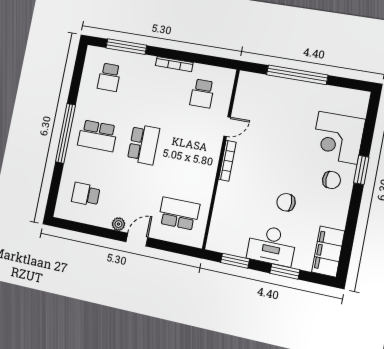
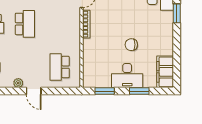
chair: (332, 180) -> (159, 24), removed
school desk: (179, 214) -> (60, 67), turned -90
door: (137, 240) -> (34, 91), swing flipped

